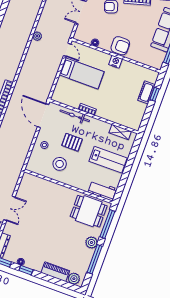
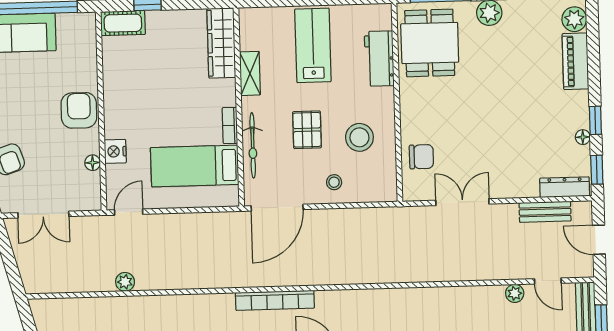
nightstand: (115, 62) -> (115, 151), moved
bed: (82, 73) -> (195, 166), moved, turned -90
cot: (146, 92) -> (123, 23), moved
wardrobe: (125, 120) -> (221, 43), added
shelving: (120, 132) -> (250, 73), moved
chair: (40, 188) -> (421, 157), added
workbench: (102, 191) -> (379, 59), moved
double door: (9, 208) -> (462, 202), moved

